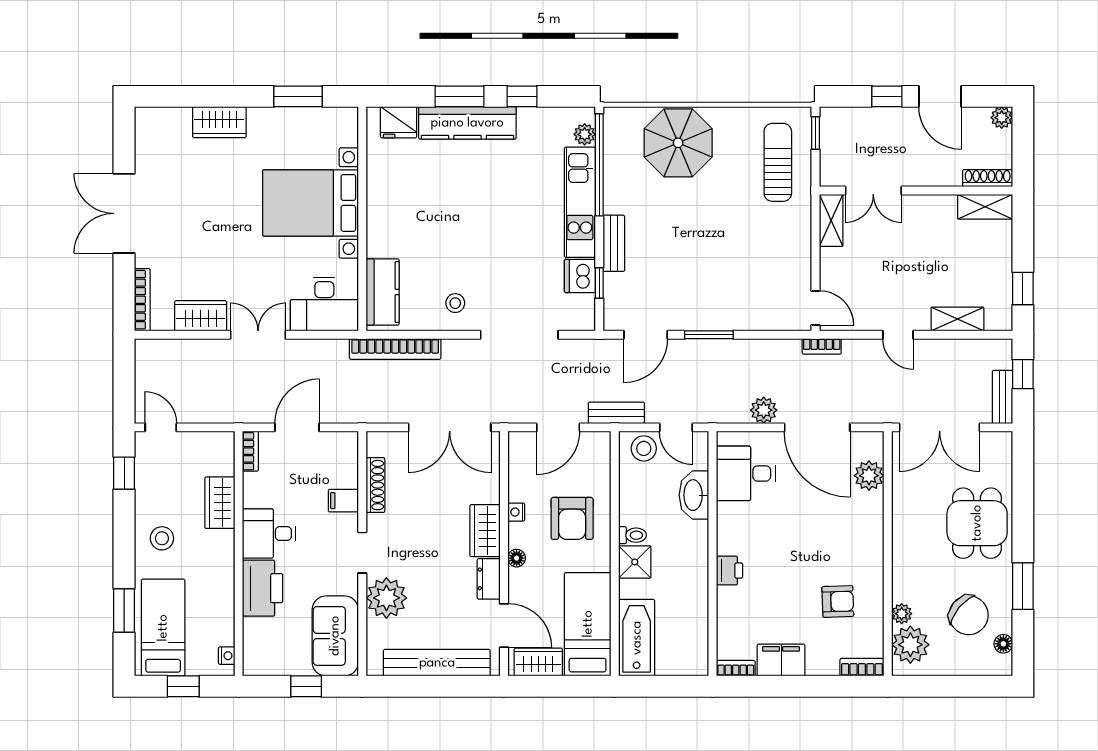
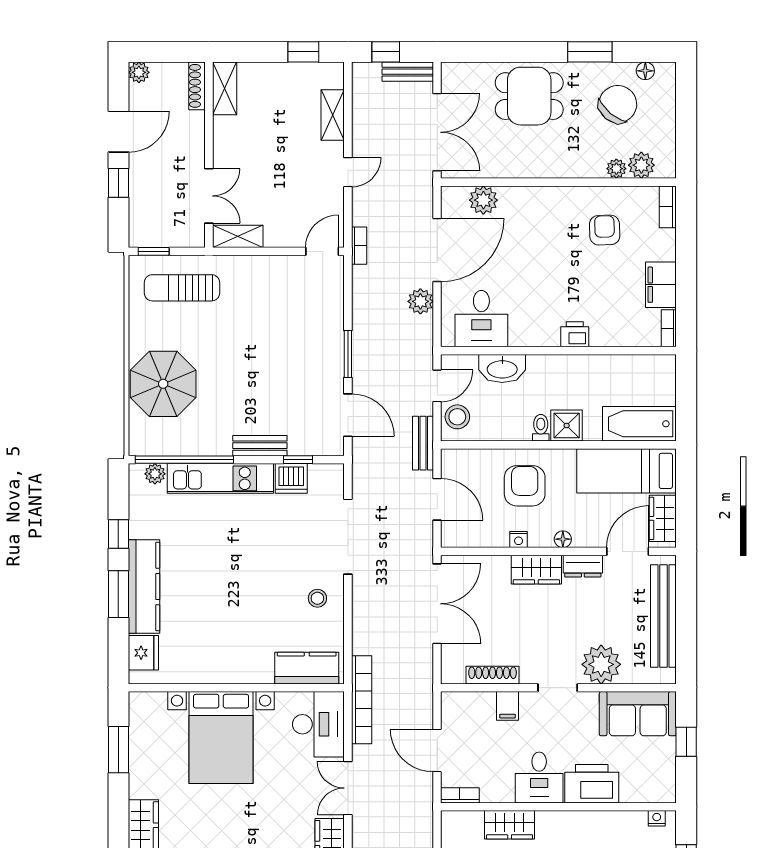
bookcase: (395, 349) -> (362, 700), moved
armchair: (572, 518) -> (525, 486), turned -90
plant: (910, 645) -> (641, 165), width x0.73, depth x0.73

